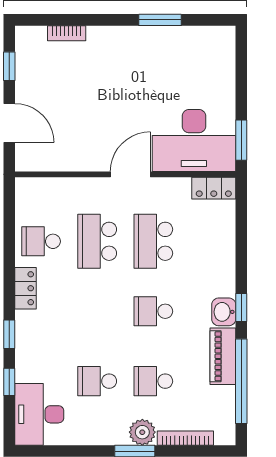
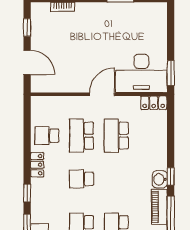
school desk: (153, 311) -> (82, 179), moved

